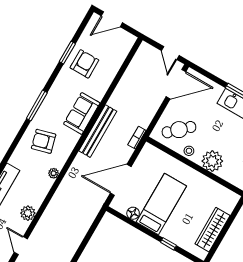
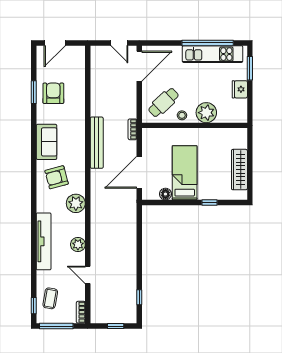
window: (37, 105) -> (34, 151), removed
sofa: (82, 113) -> (46, 142), moved, turned 180
plant: (54, 173) -> (76, 203), width x1.88, depth x1.88

